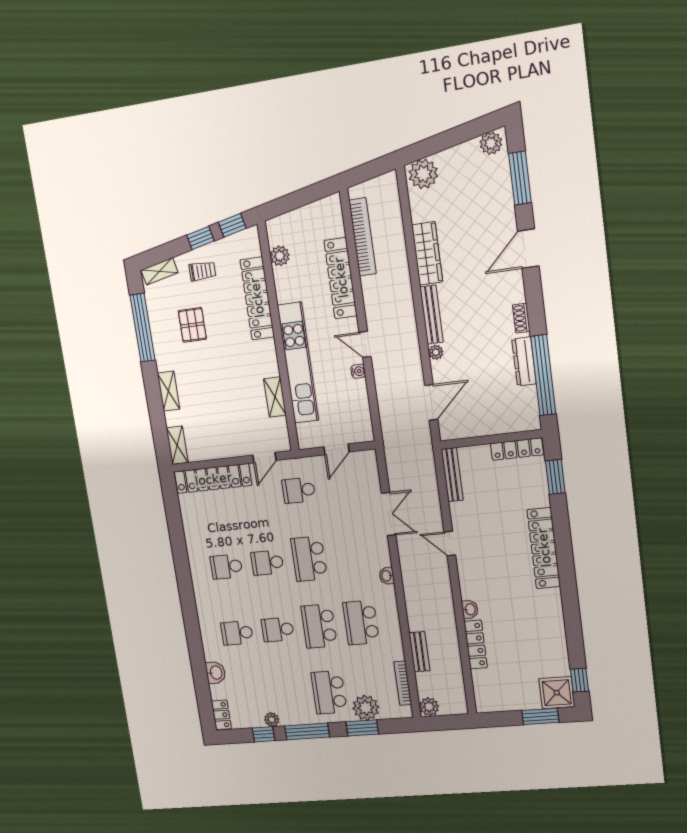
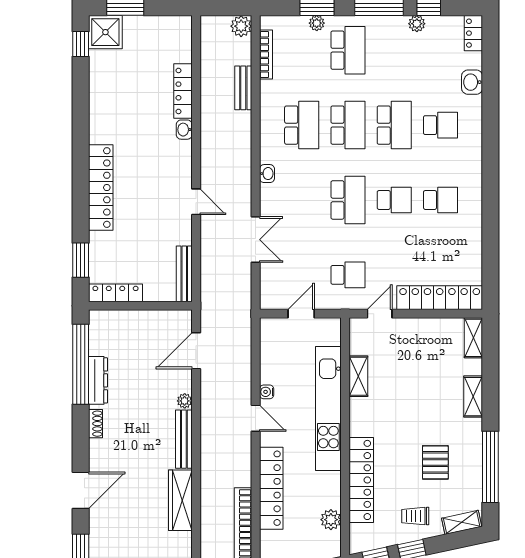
double door: (389, 514) -> (256, 240), swing flipped
school desk: (278, 630) -> (394, 125), width x1.85
plant: (366, 708) -> (317, 23), width x0.53, depth x0.53

